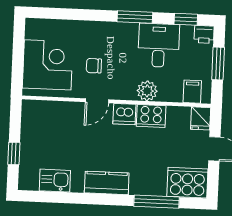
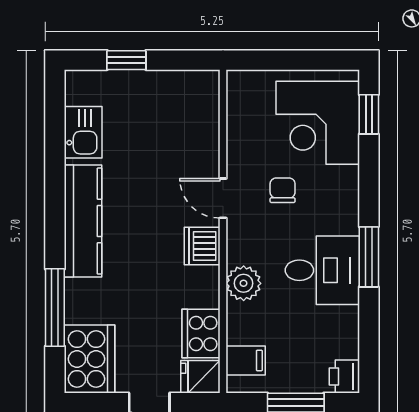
window: (186, 19) -> (369, 114), moved
desk: (159, 45) -> (322, 270), moved
corner desk: (48, 65) -> (318, 123), moved, turned 90
cooker: (151, 116) -> (201, 333), moved
kitchen counter: (107, 183) -> (83, 221), width x1.50

